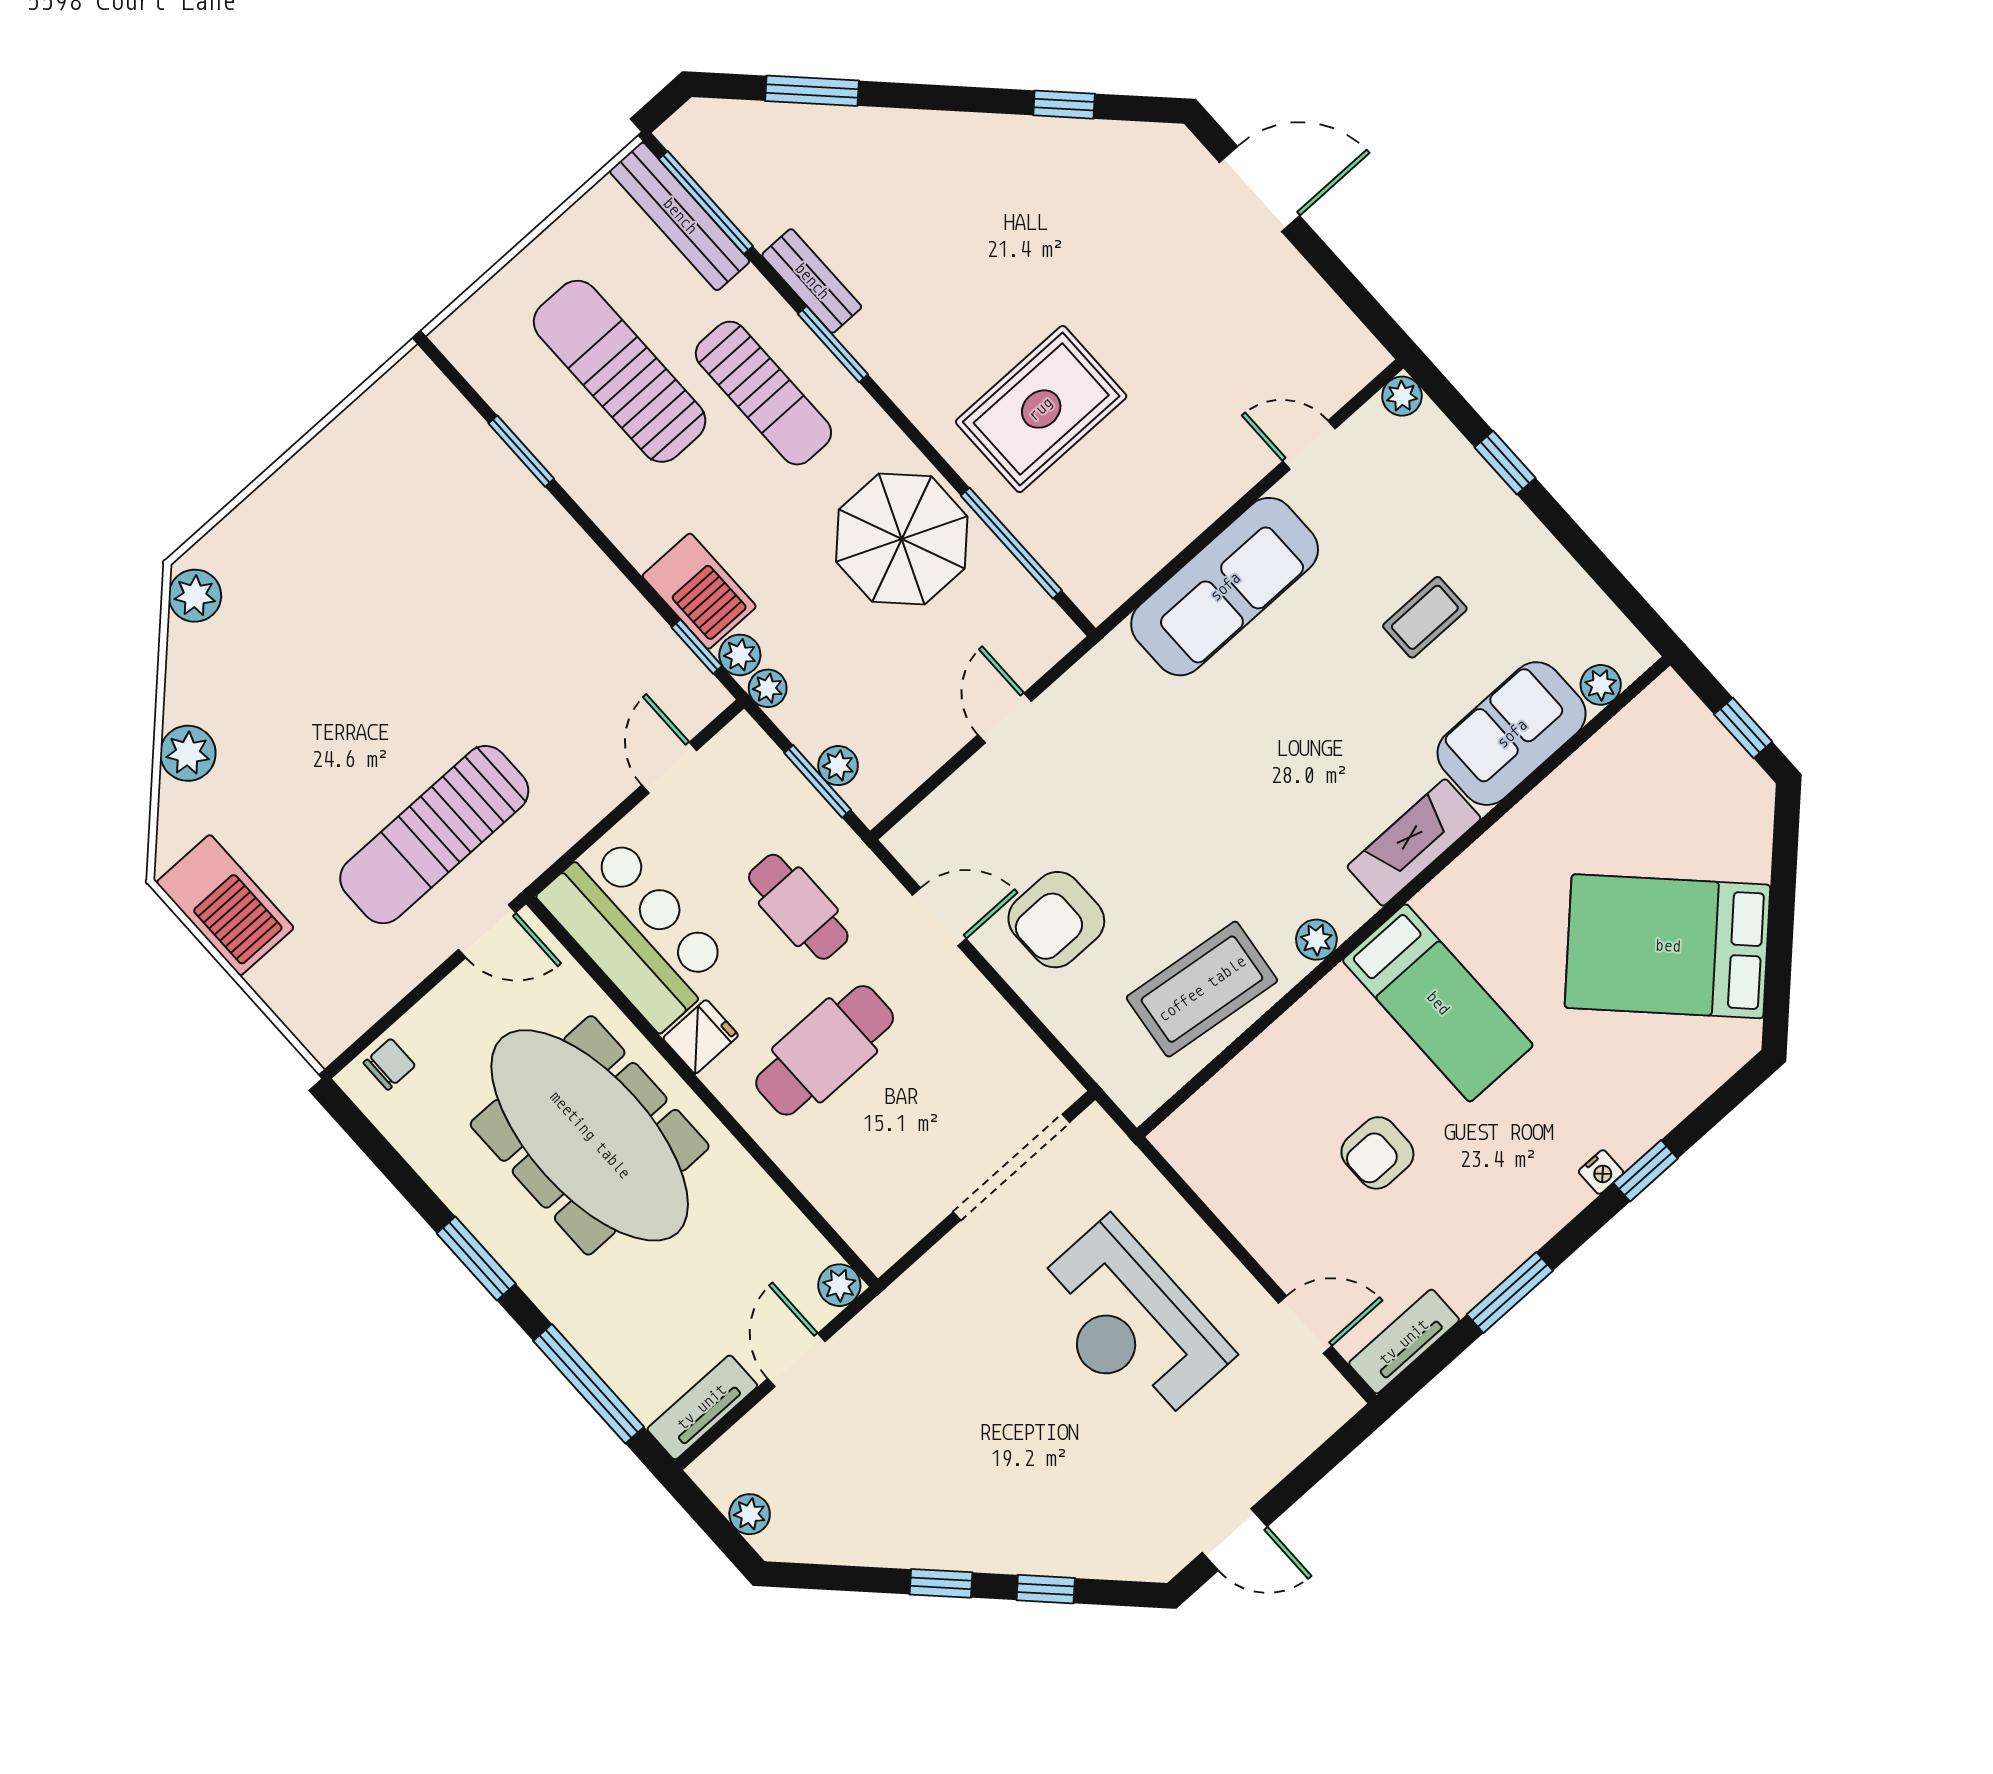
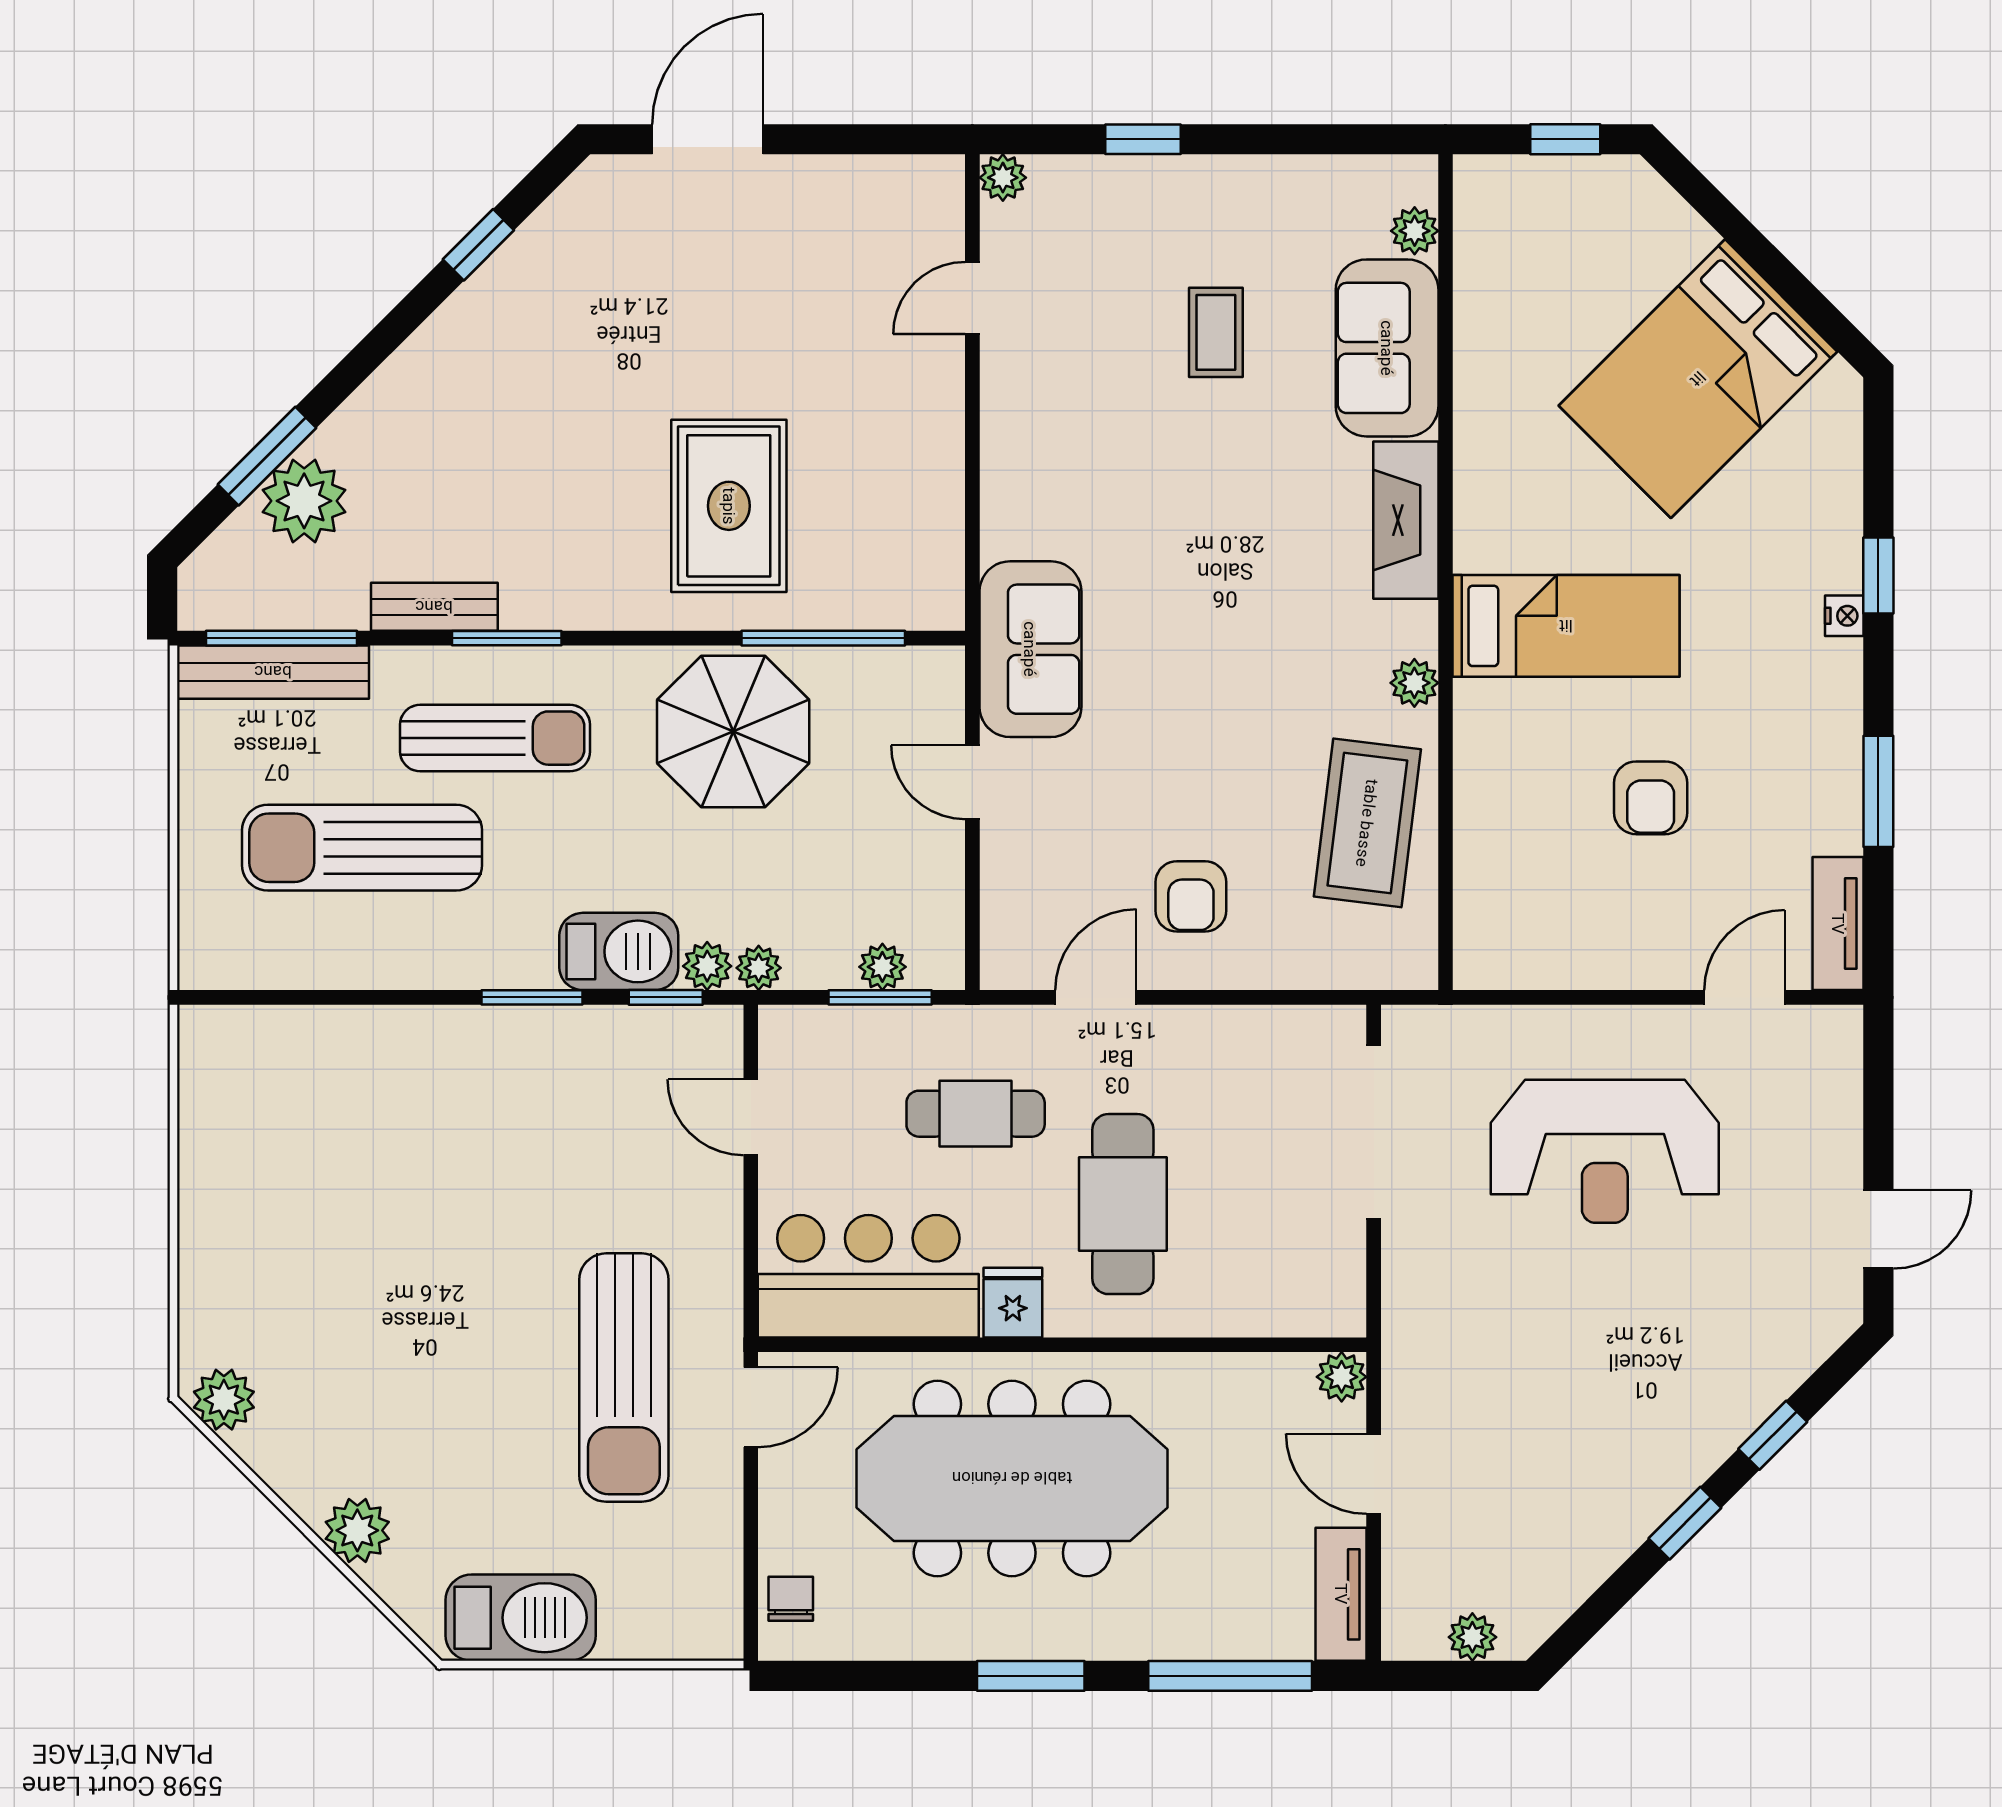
plant: (805, 139) -> (304, 501), added
window: (521, 451) -> (532, 997), moved
sofa: (1225, 587) -> (1030, 649), moved, width x0.73
armchair: (1056, 920) -> (1191, 896), width x0.72, depth x0.72

